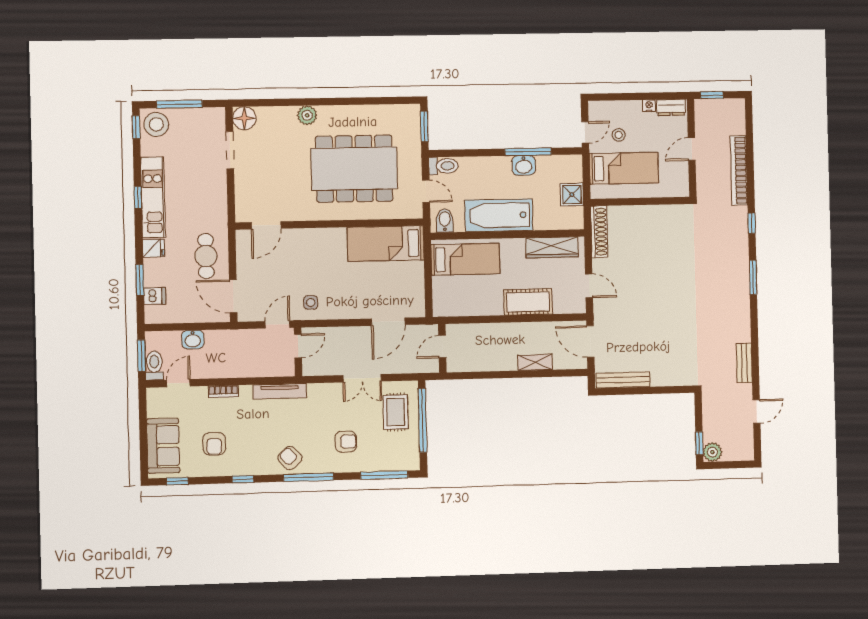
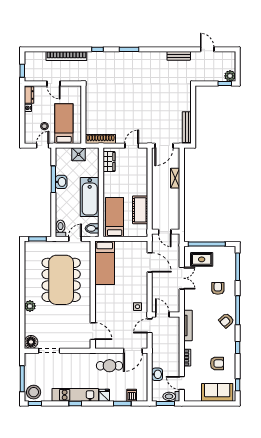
door: (585, 132) -> (43, 146), hinge flipped
wardrobe: (552, 247) -> (109, 162), width x0.67
cot: (528, 302) -> (140, 210), moved
door: (277, 324) -> (150, 326), hinge flipped

